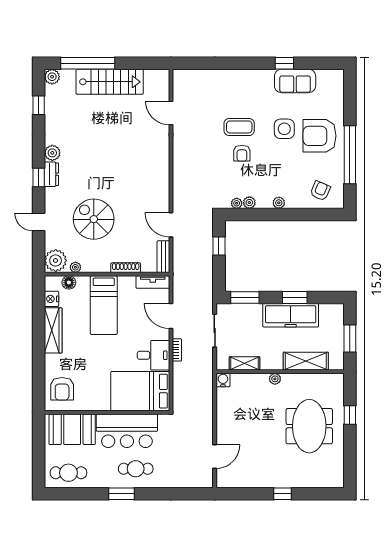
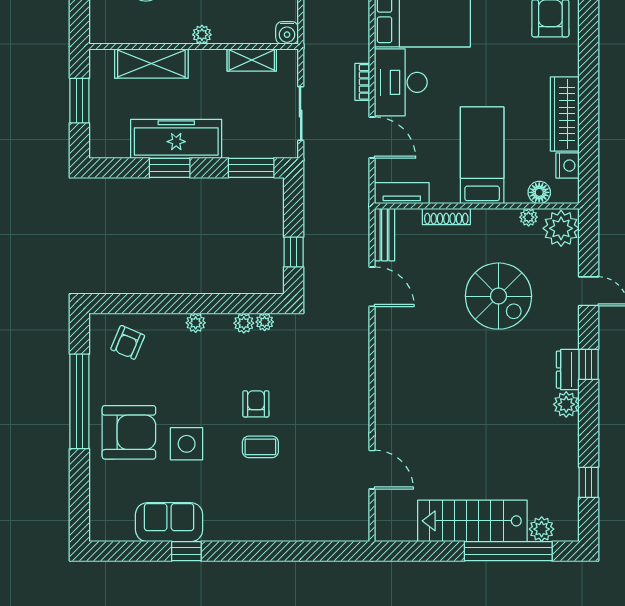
plant: (52, 77) -> (542, 529), moved
coffee table: (239, 127) -> (260, 447), width x0.73, depth x0.77
desk: (153, 355) -> (401, 82), width x1.37

